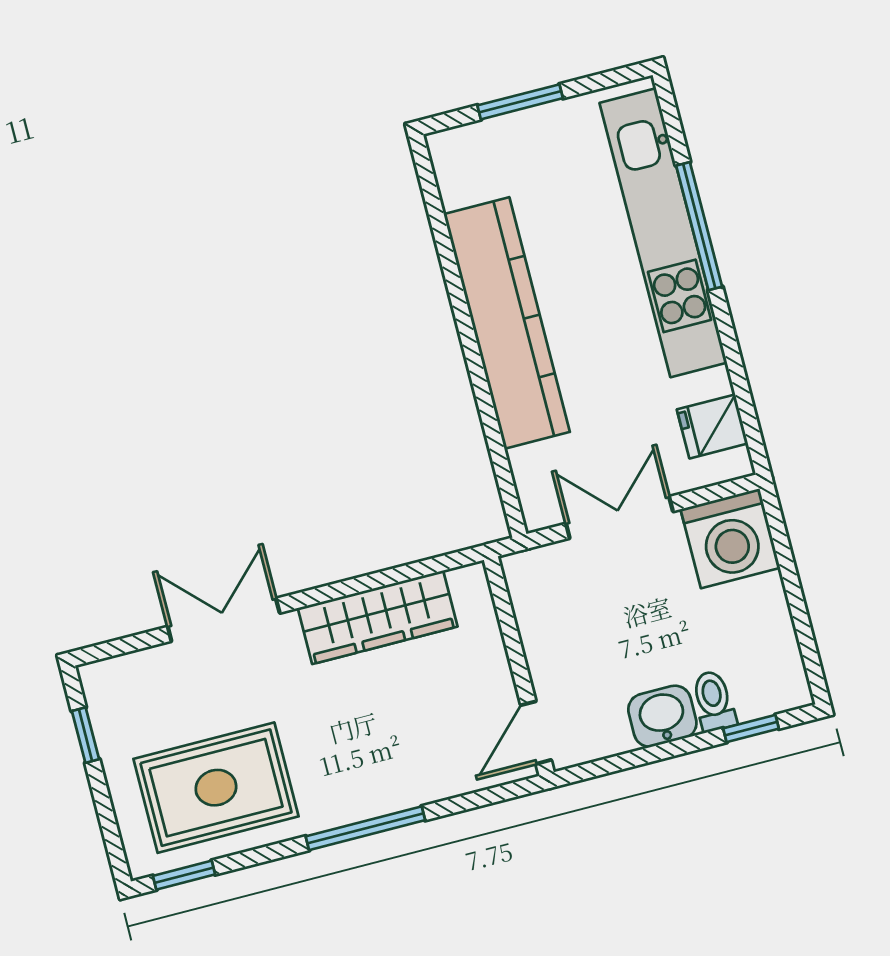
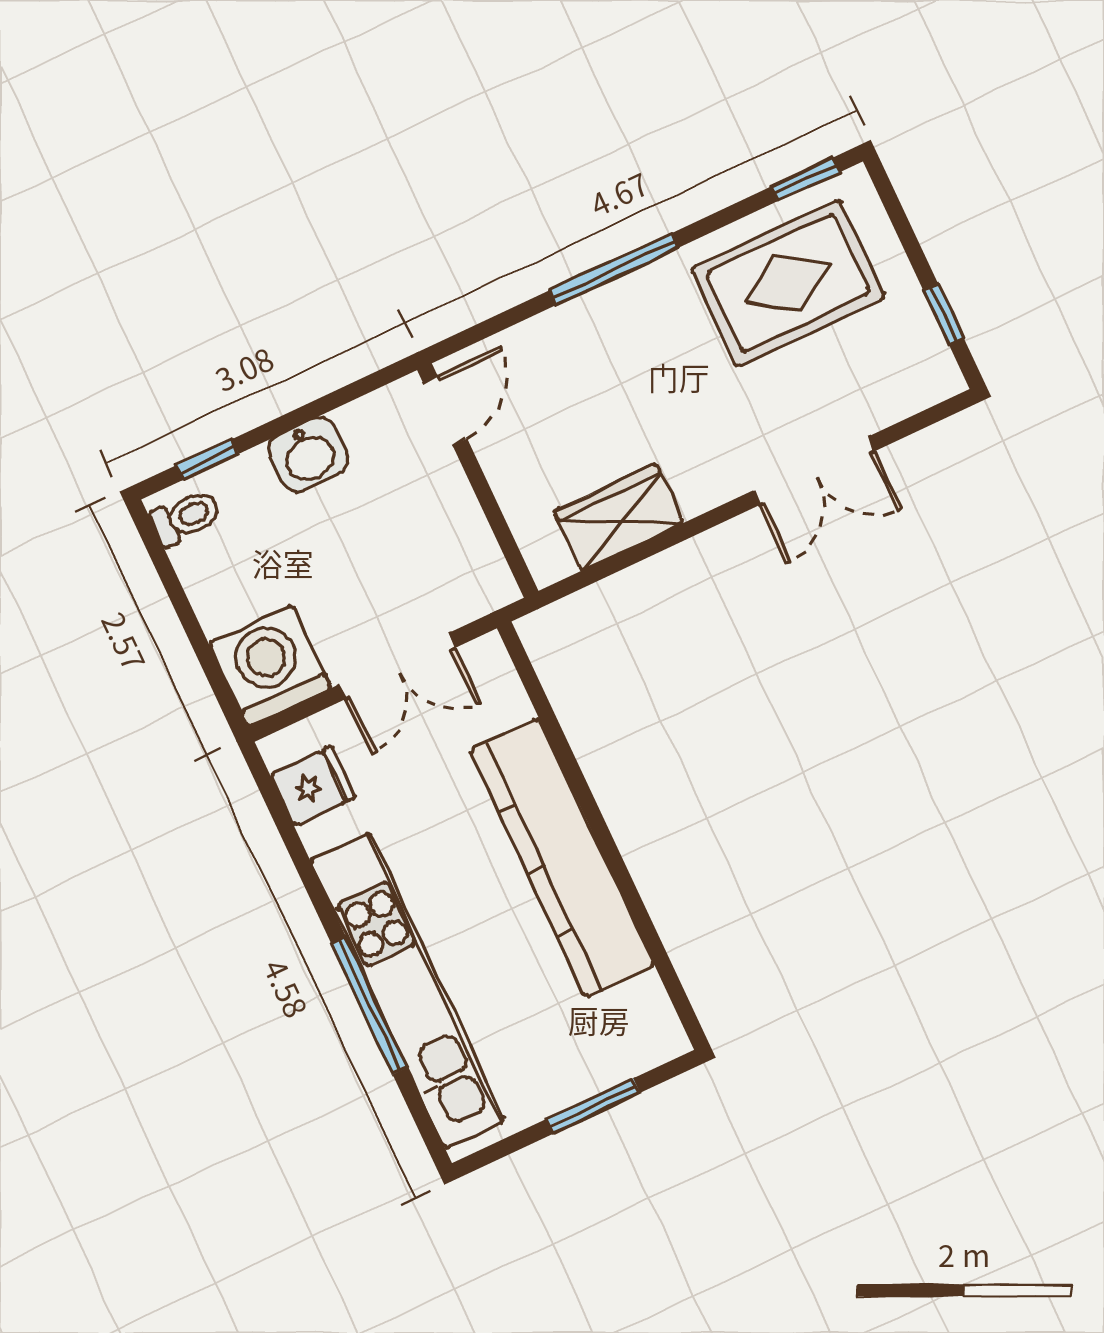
wardrobe: (378, 617) -> (619, 517), width x0.67
toilet: (714, 701) -> (185, 518), moved, turned -90

